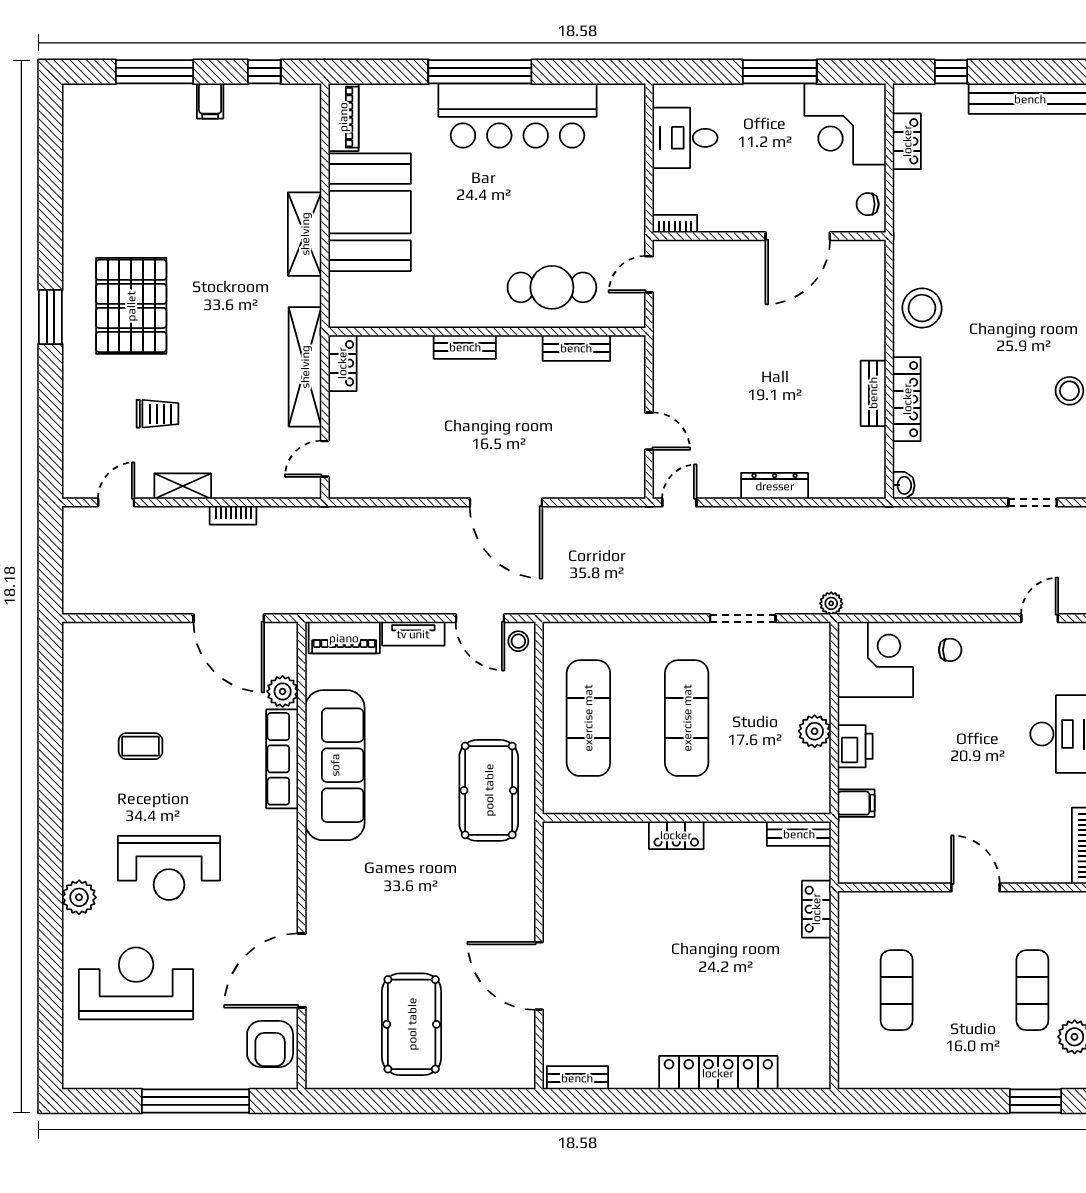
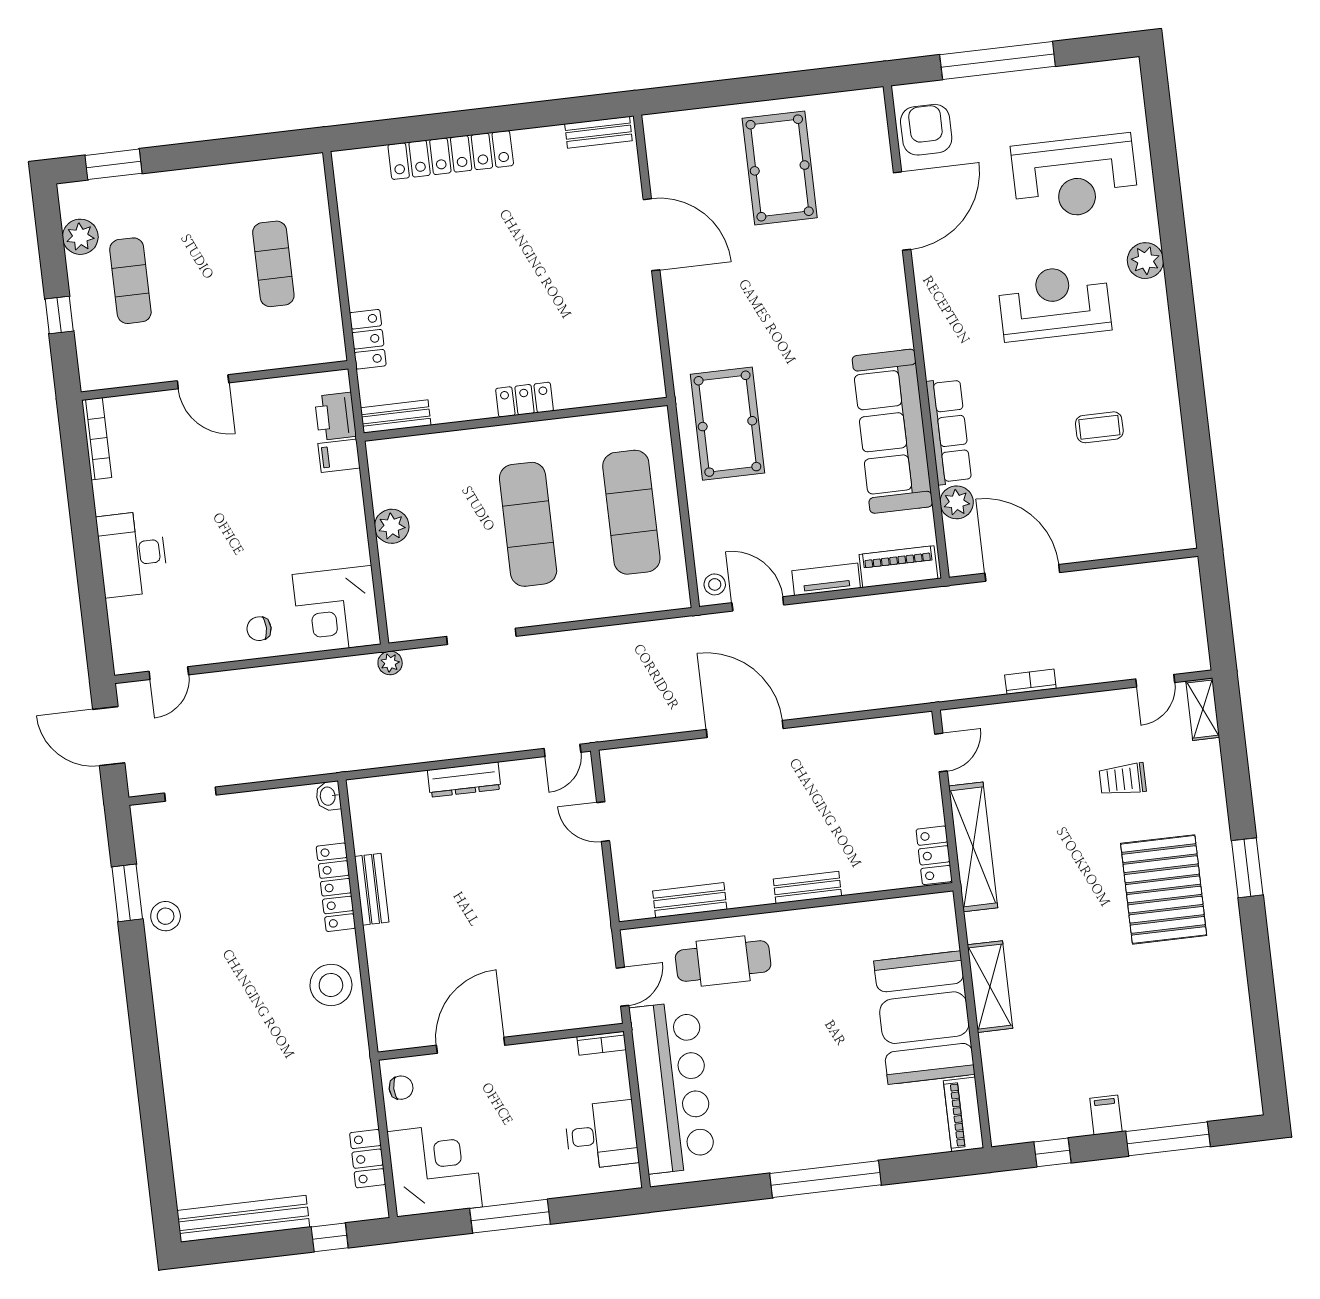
bar counter: (517, 116) -> (672, 1087), moved, turned 90
shelving: (183, 486) -> (1203, 709), moved, turned 90
printer: (855, 746) -> (335, 416), moved

